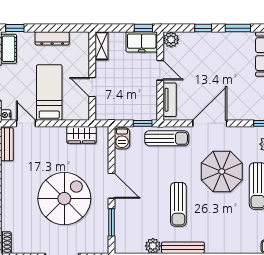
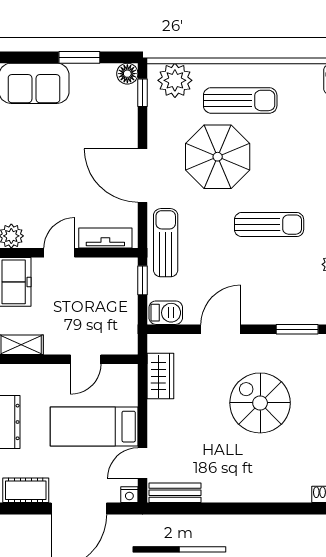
door: (111, 186) -> (221, 329), moved
spiral stairs: (64, 199) -> (260, 403), width x0.73, depth x0.73

